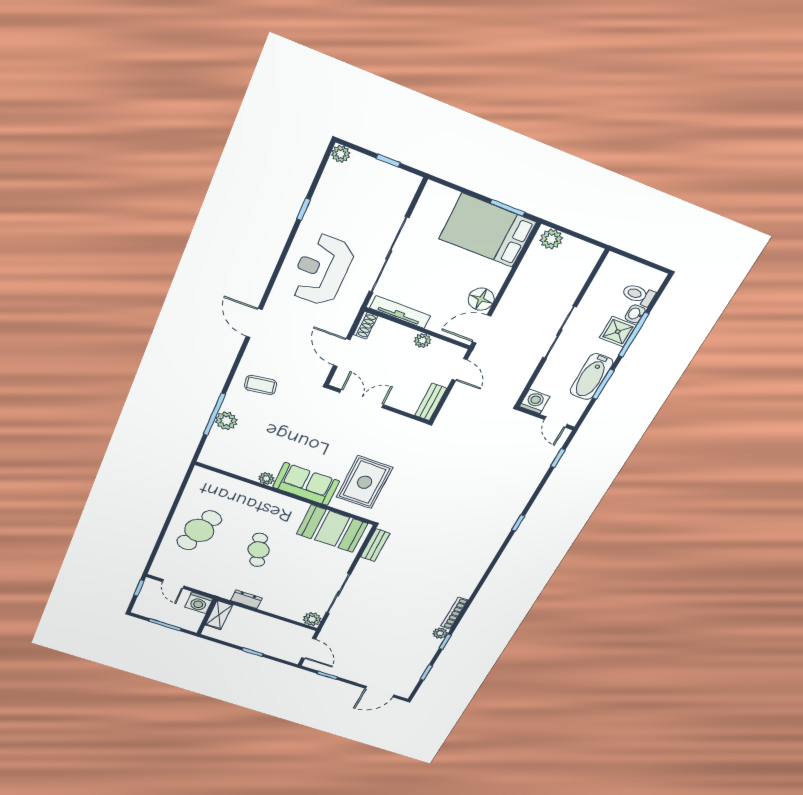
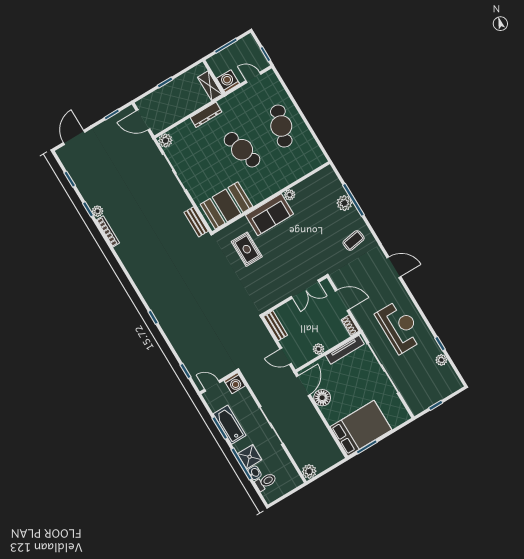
plant: (341, 154) -> (441, 360), moved
plant: (551, 239) -> (309, 471), moved
rug: (365, 482) -> (247, 249), width x0.73, depth x0.70
cafe table: (259, 550) -> (242, 150), width x1.37, depth x1.35
dresser: (246, 599) -> (206, 115), width x1.44

